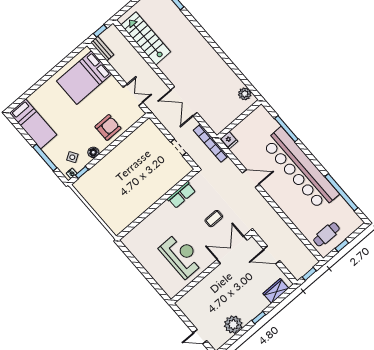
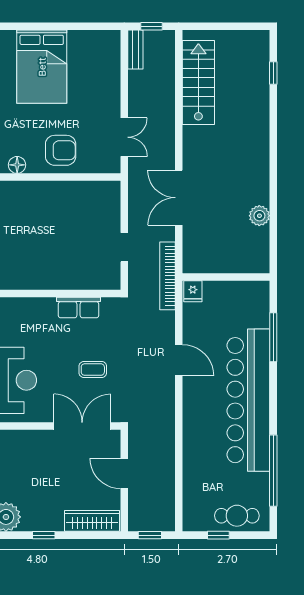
bed: (84, 78) -> (42, 67), moved, turned -90
plant: (245, 94) -> (259, 216), moved
cafe table: (326, 234) -> (237, 516), moved
wardrobe: (276, 291) -> (92, 521), width x1.50

